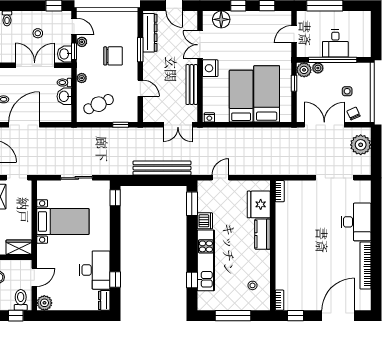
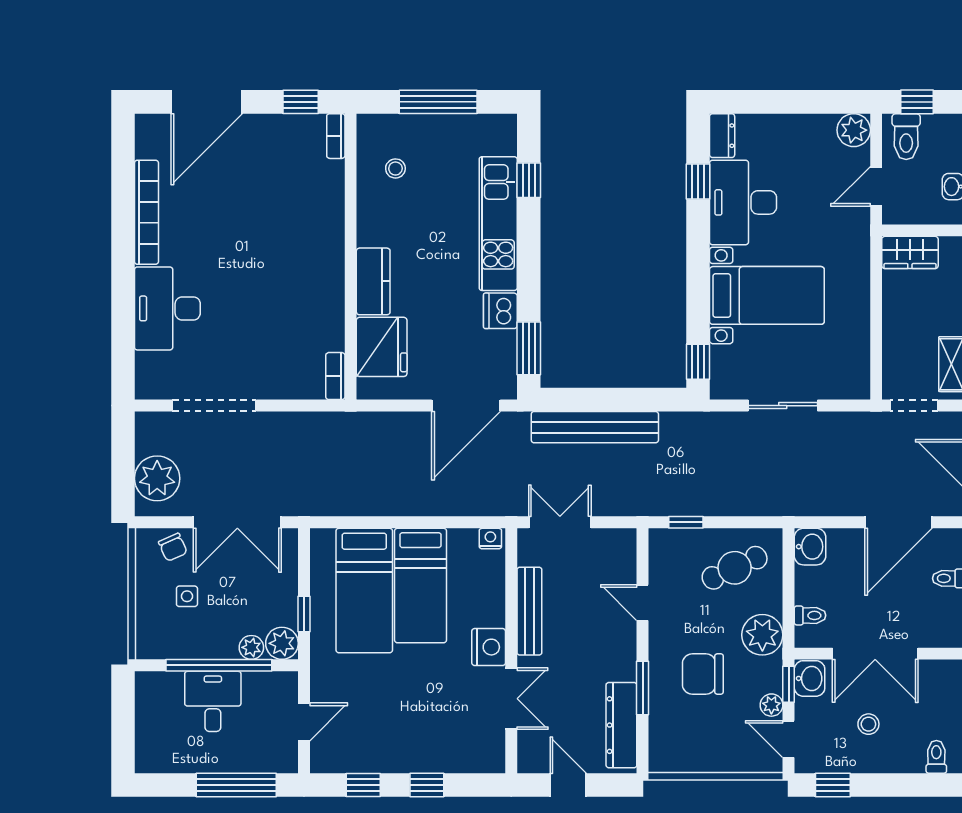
floor lamp: (221, 19) -> (464, 754), removed
plant: (82, 78) -> (762, 635), width x1.88, depth x1.88
washbasin: (64, 96) -> (810, 547), moved
door: (220, 178) -> (466, 406), width x1.87
bed with nightstands: (63, 222) -> (767, 295), moved, turned 180

